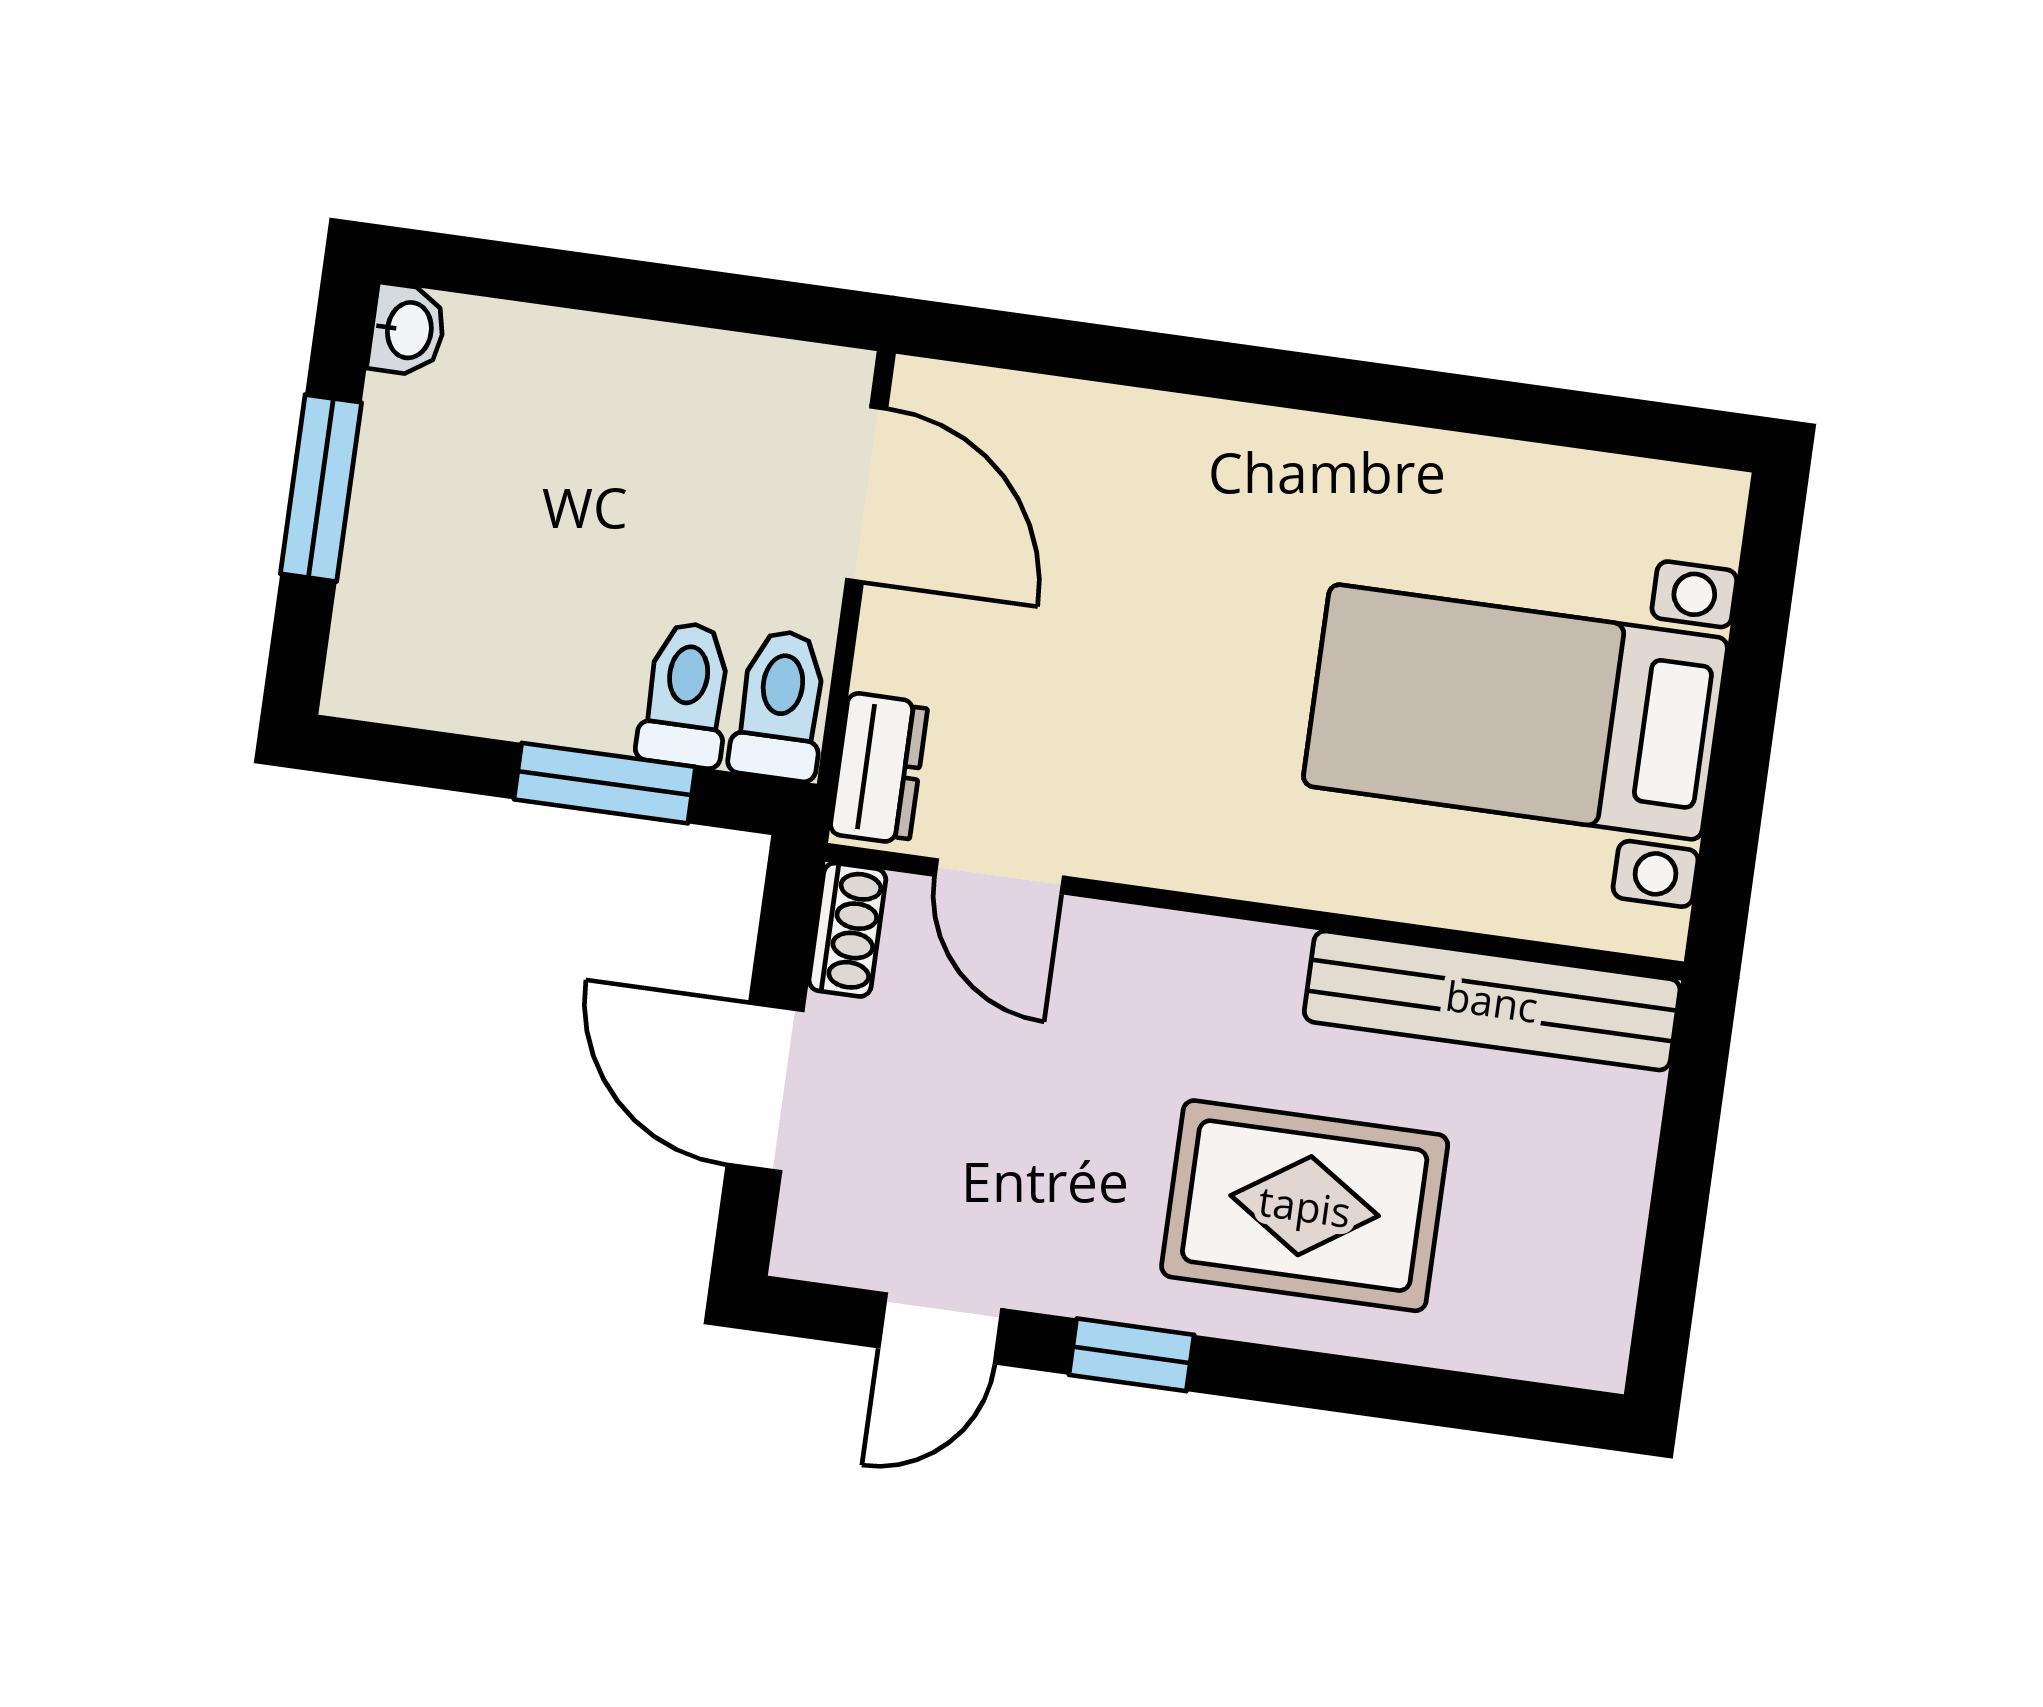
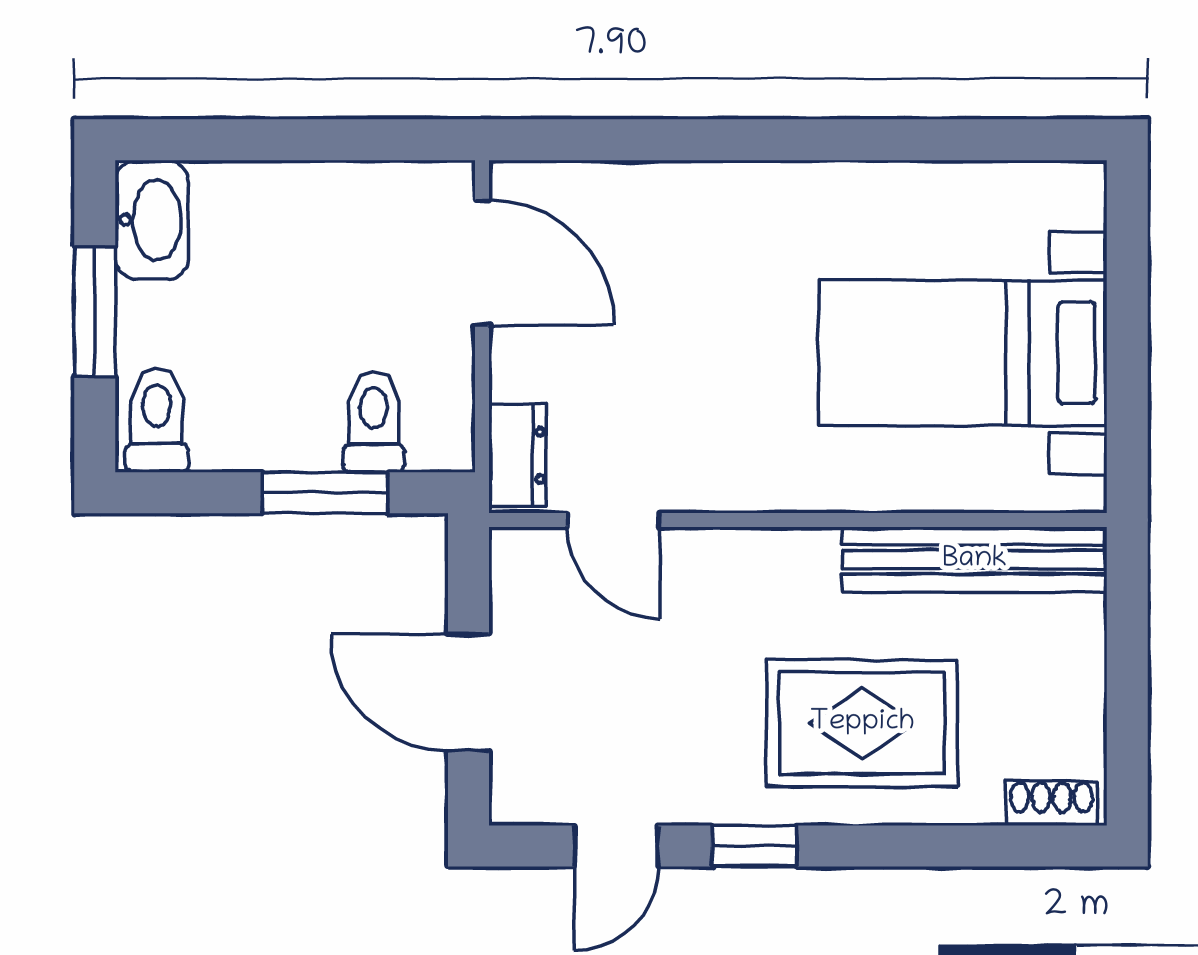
washbasin: (407, 330) -> (152, 220), width x1.91, depth x1.45
toilet: (780, 705) -> (157, 420), moved
shoe rack: (847, 930) -> (1052, 803), moved, turned -90

